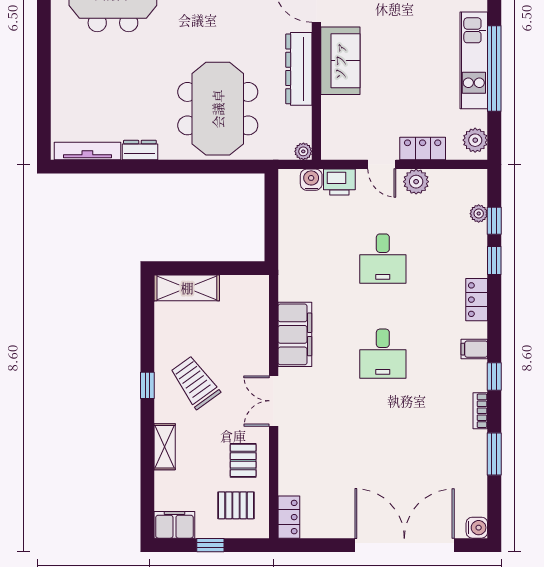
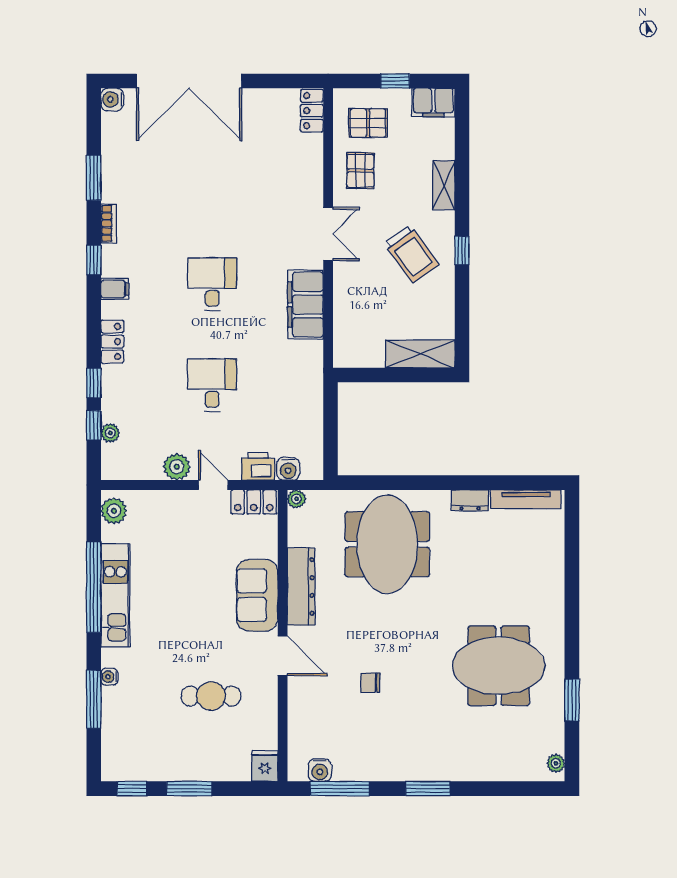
locker: (423, 149) -> (254, 502), moved

